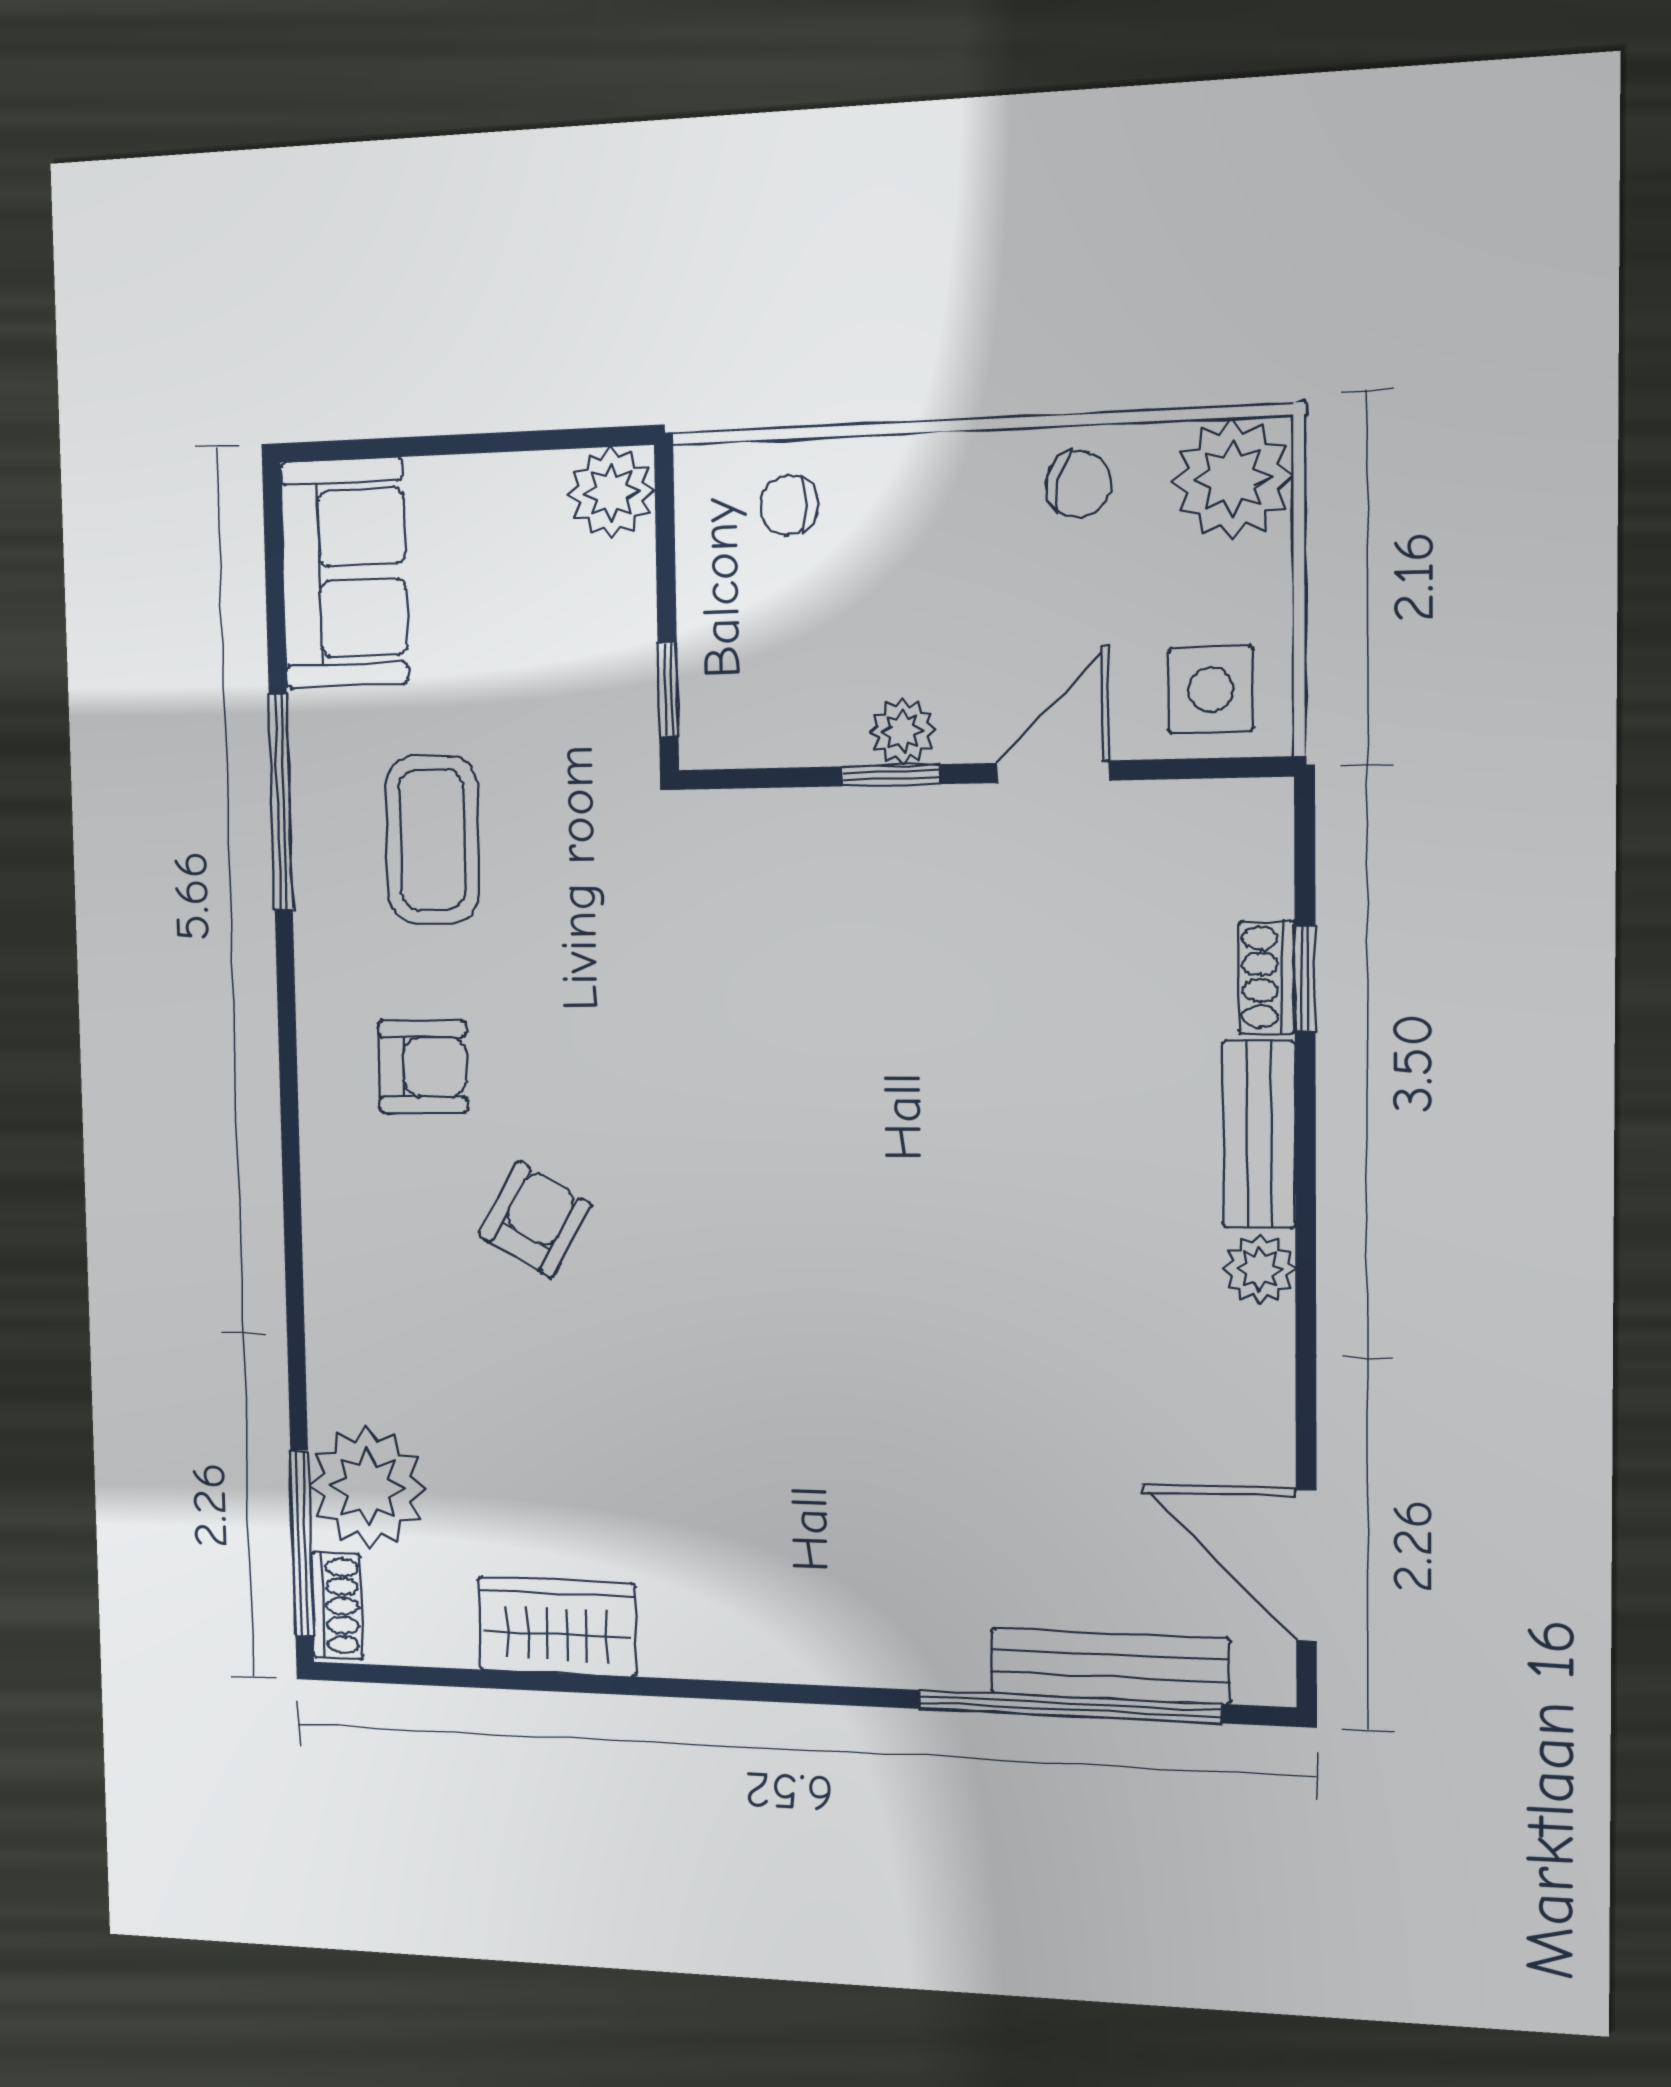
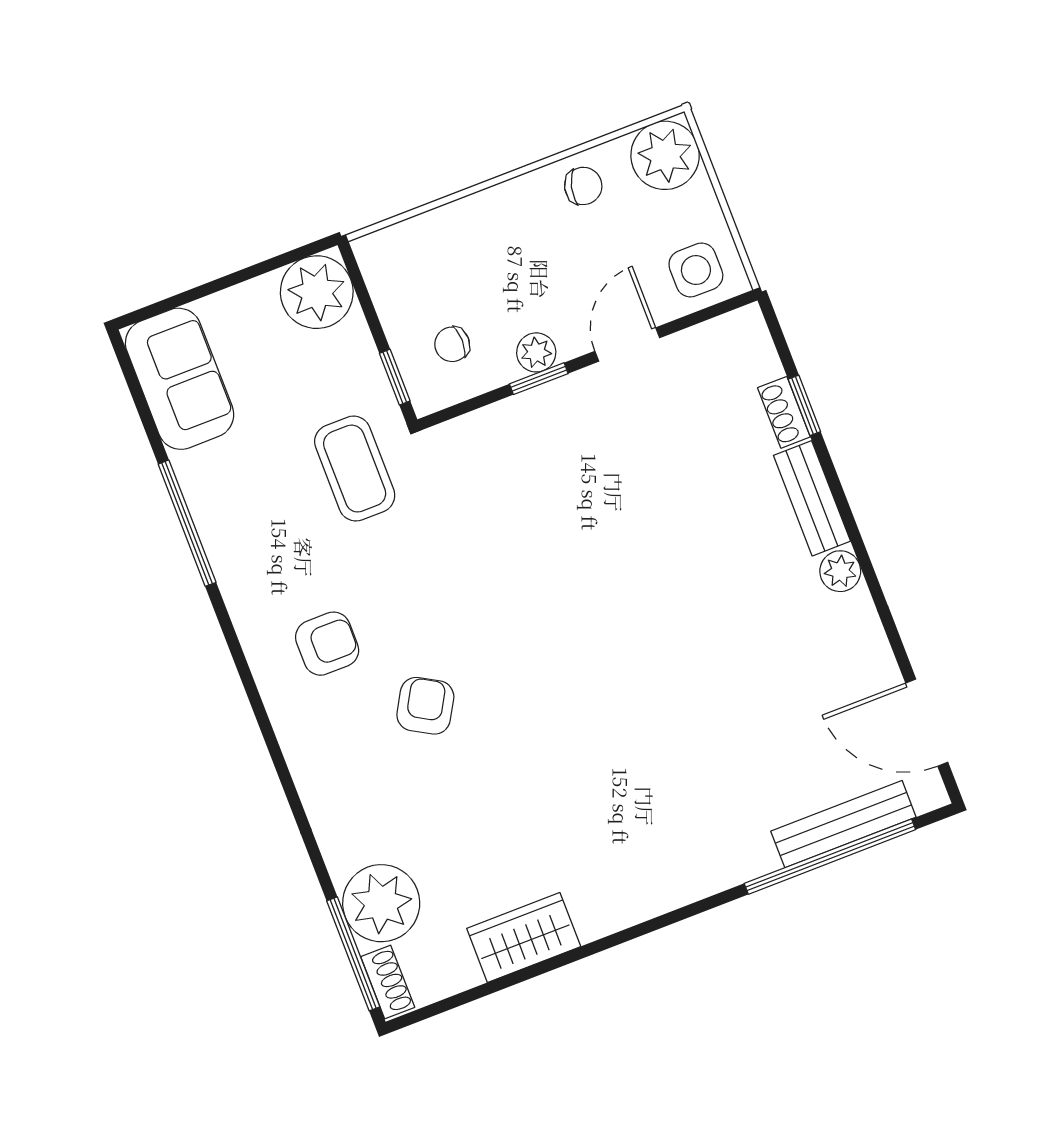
plant: (611, 493) -> (317, 292), width x1.36, depth x1.36
chair: (789, 505) -> (452, 344), moved
coffee table: (432, 840) -> (355, 469), moved

